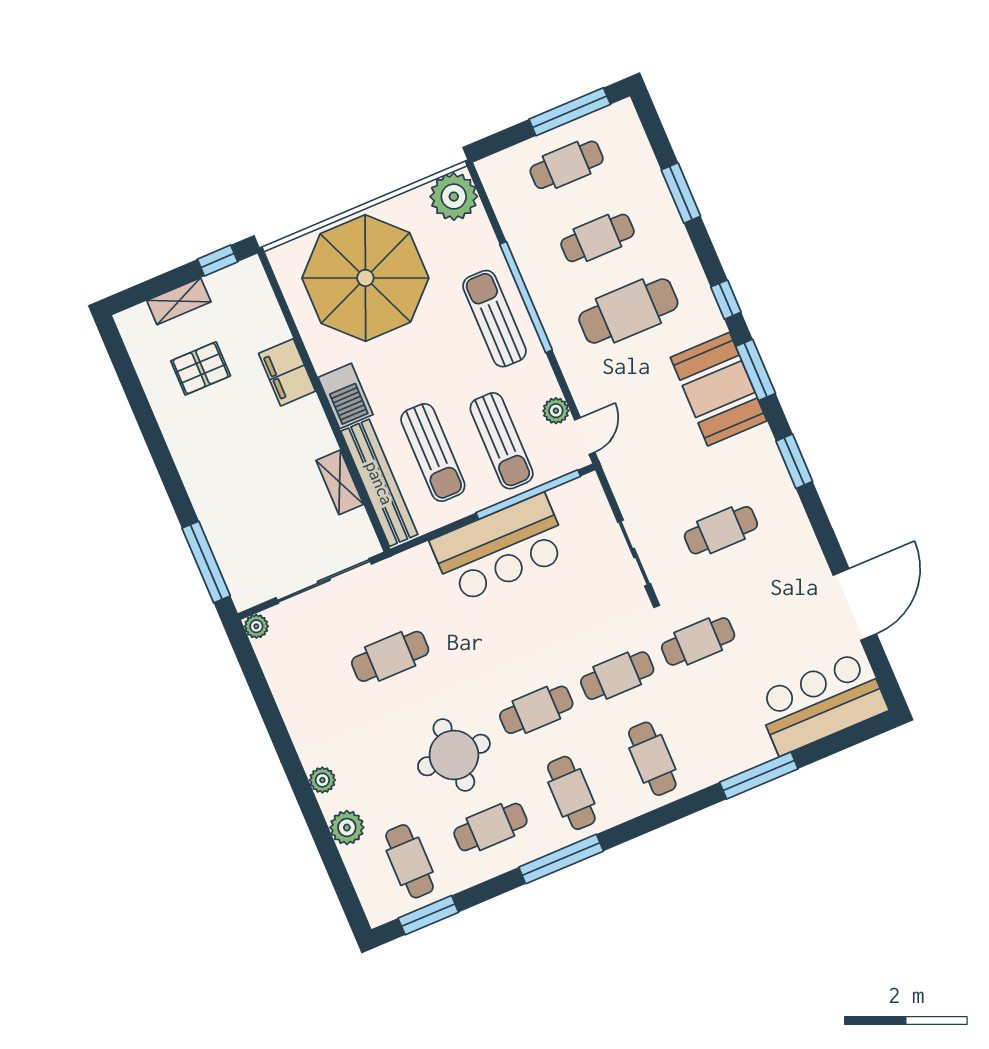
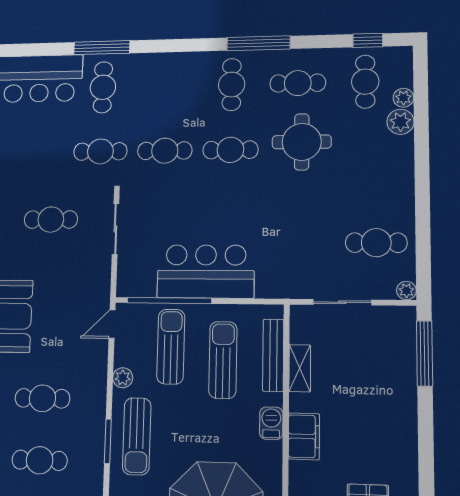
window: (526, 297) -> (108, 441), width x0.47
cafe table: (628, 311) -> (42, 398), width x0.73, depth x0.74
filing cabinet: (287, 372) -> (304, 436), moved
barbecue: (346, 396) -> (271, 423), width x0.73, depth x0.79
plant: (556, 411) -> (123, 378), moved
bench: (379, 483) -> (273, 355), width x0.73, depth x0.82
sliding door: (324, 581) -> (342, 302), width x0.73
cafe table: (390, 656) -> (376, 243), moved
cafe table: (652, 759) -> (103, 87), moved
plant: (322, 780) -> (403, 98), moved
window: (428, 915) -> (368, 40), width x0.67

